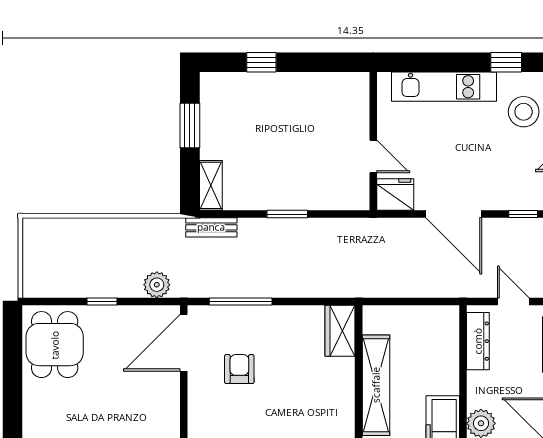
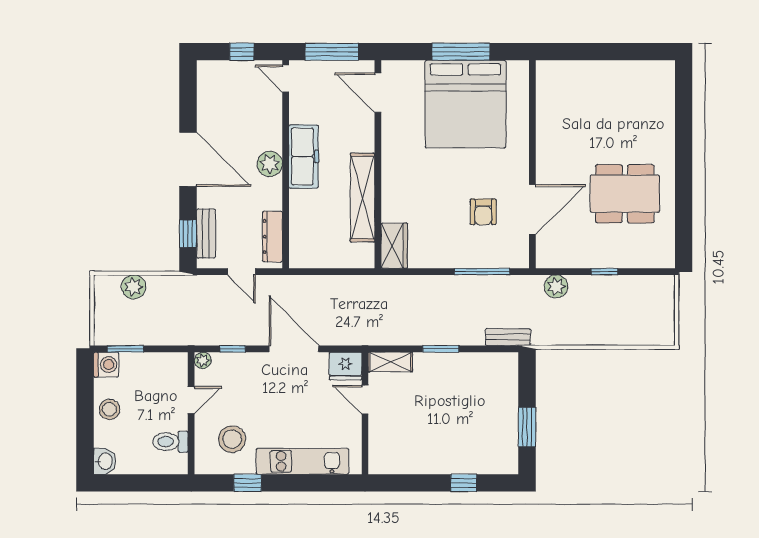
shelving: (211, 185) -> (390, 362), moved, turned 90
door: (184, 343) -> (532, 210), moved
dining table: (55, 345) -> (625, 194), moved, width x1.38

